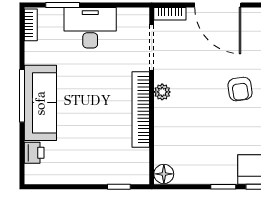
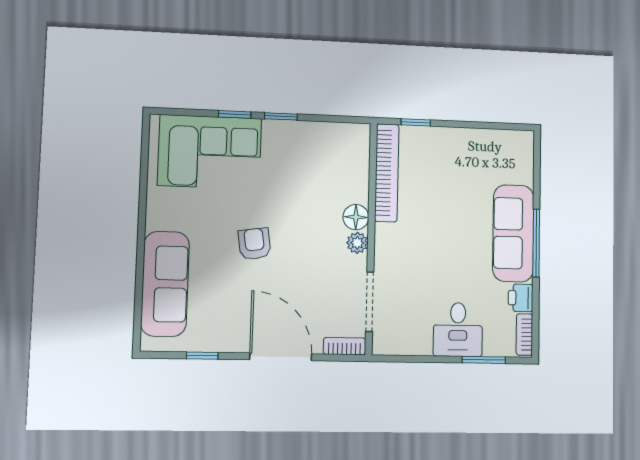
desk: (90, 28) -> (458, 330), width x0.73
bookcase: (141, 110) -> (387, 173), moved
printer: (34, 153) -> (521, 298), moved
floor lamp: (164, 174) -> (356, 217), moved

